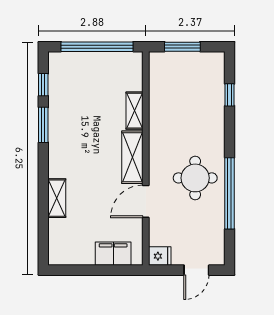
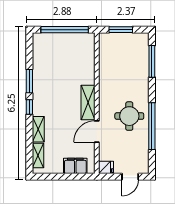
window: (43, 85) -> (29, 107), moved
window: (230, 95) -> (152, 61), width x2.17
shelving: (135, 111) -> (38, 155), moved

